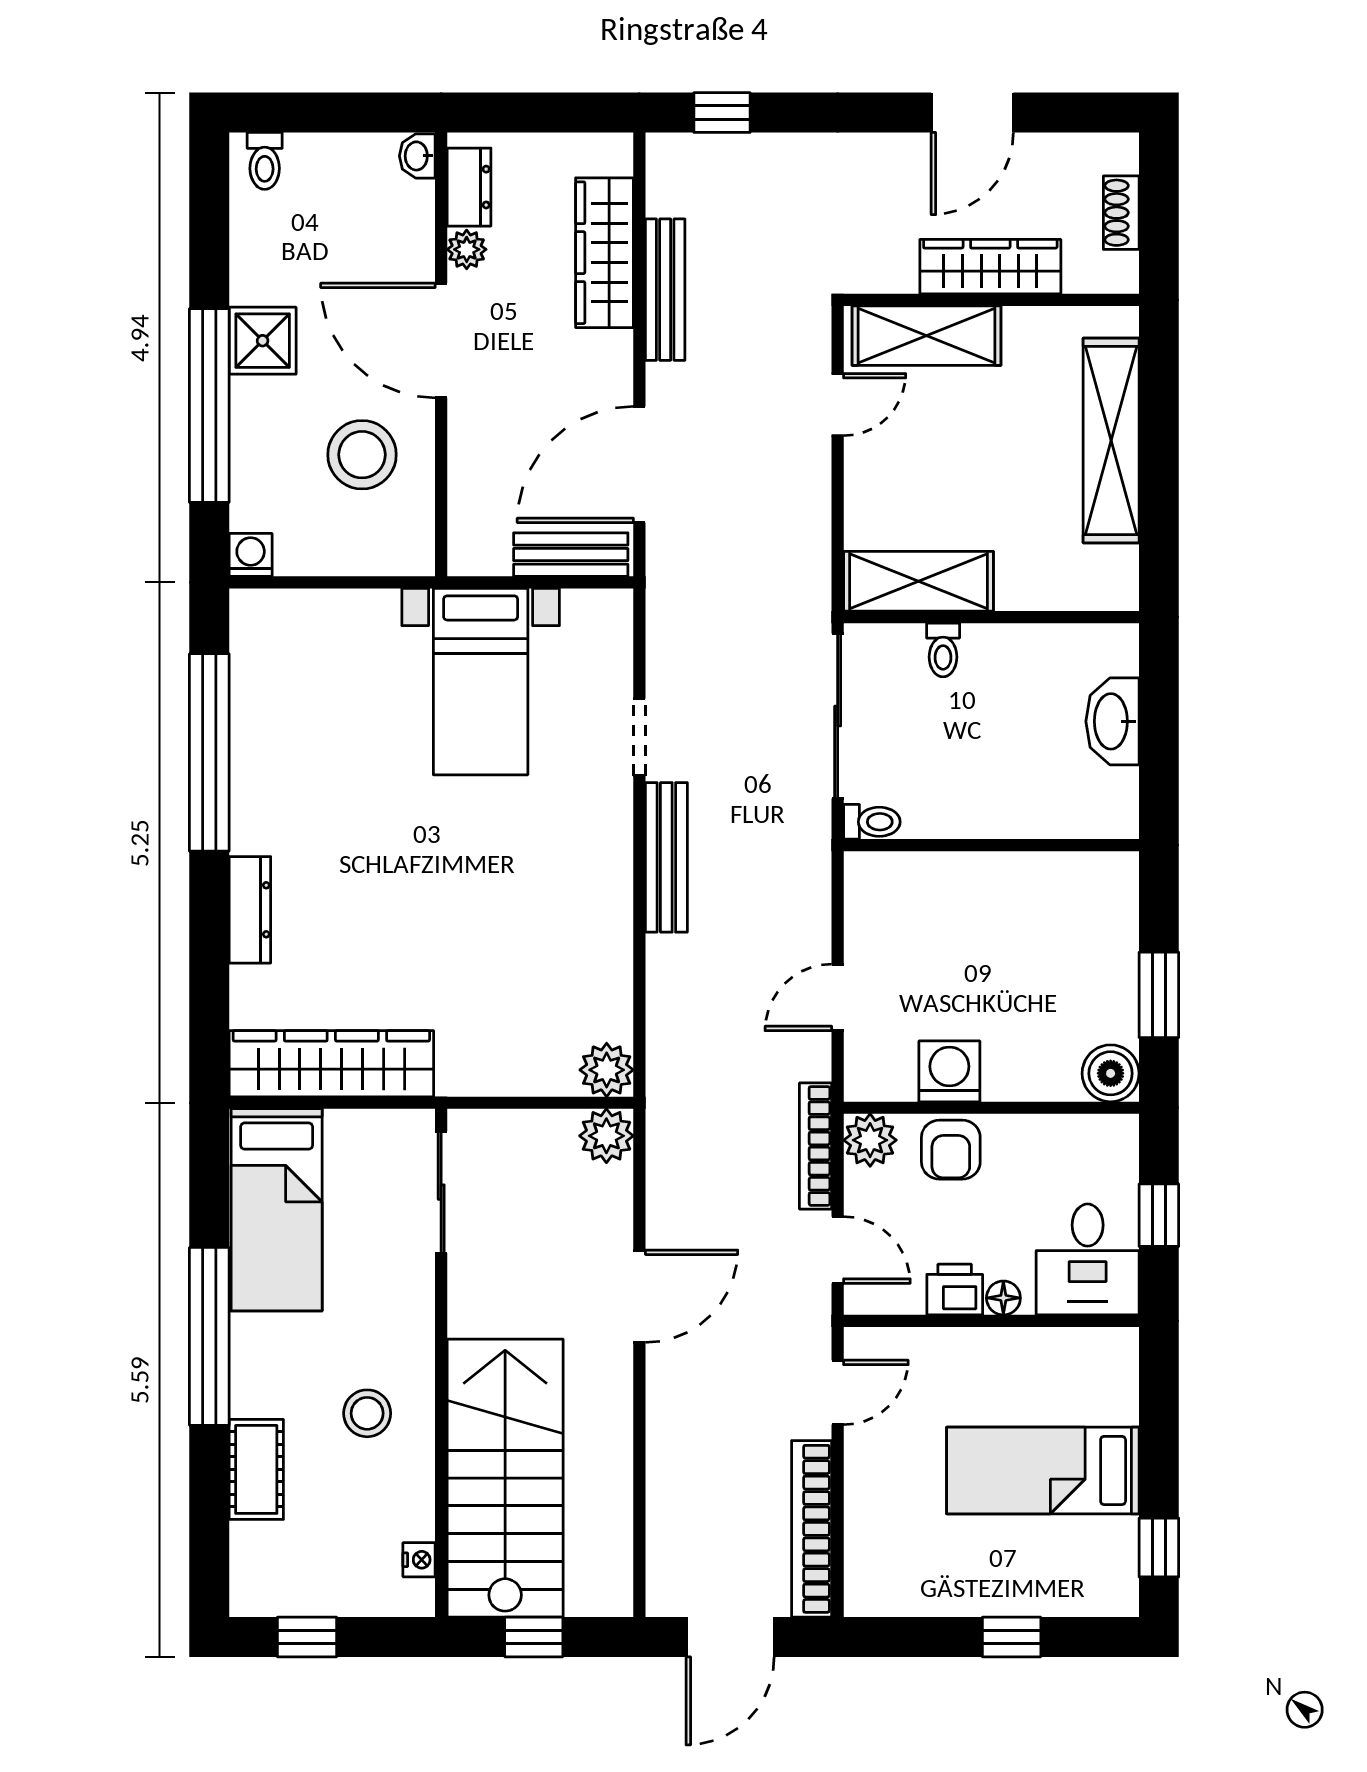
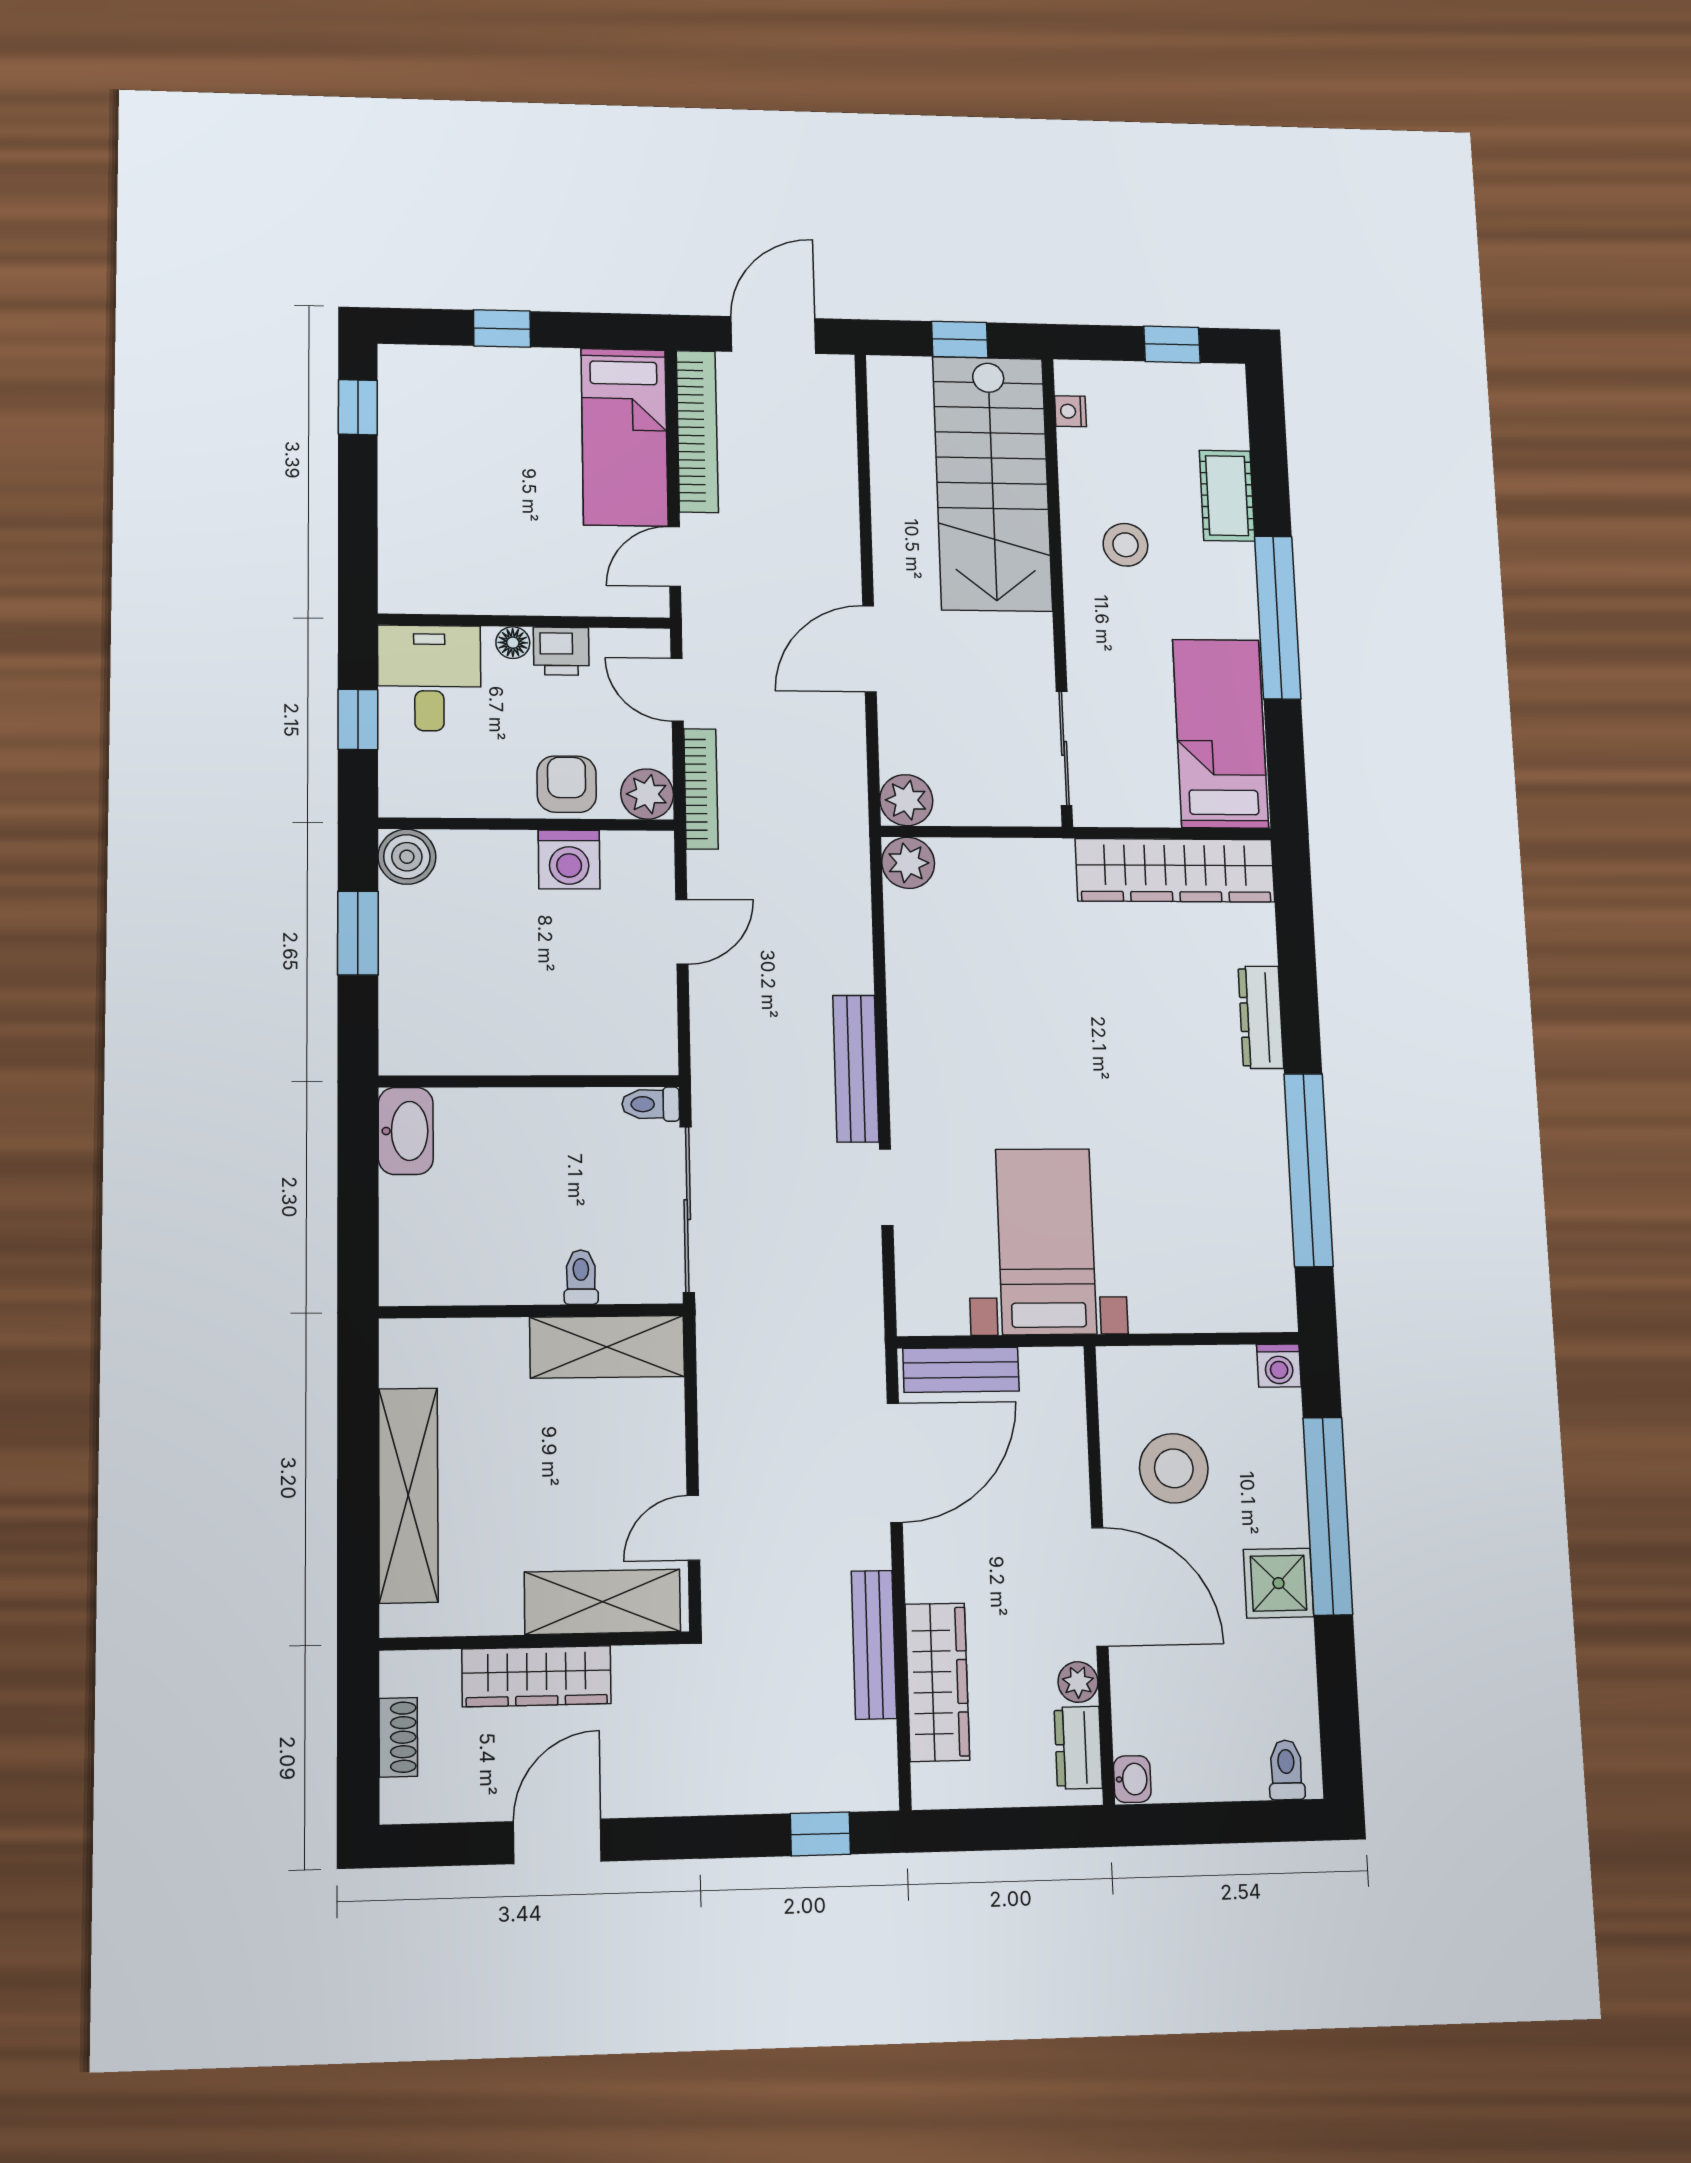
washbasin: (1112, 721) -> (406, 1131), moved
bed: (1043, 1470) -> (624, 437), moved, turned 90

